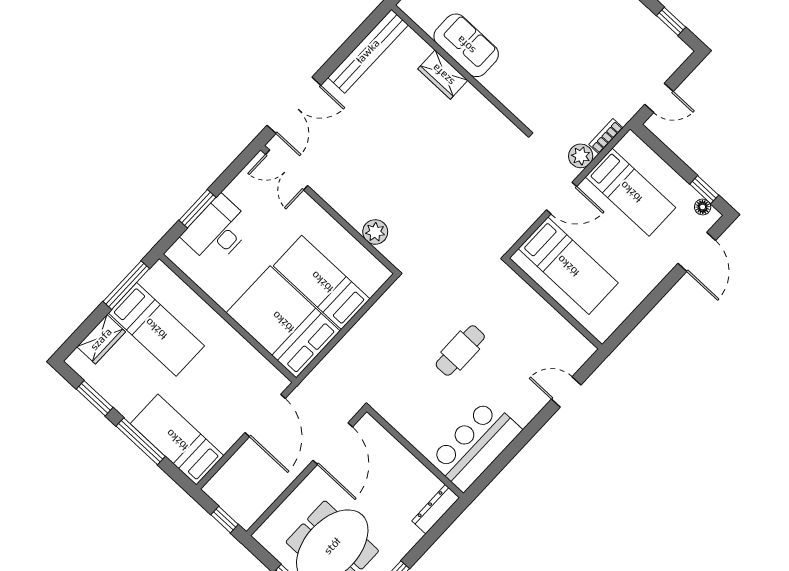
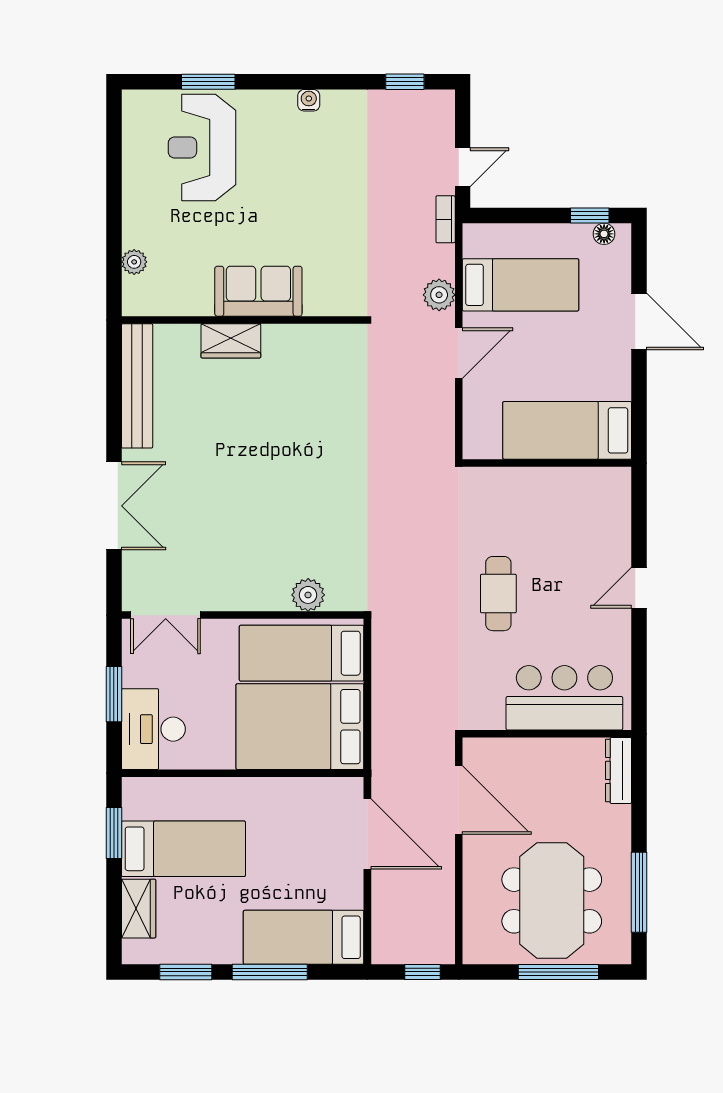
sofa: (466, 45) -> (258, 291), moved
bookcase: (606, 136) -> (446, 219), moved
double door: (287, 170) -> (166, 615), moved
wall: (329, 210) -> (243, 615), moved
desk: (217, 231) -> (153, 729), moved
plant: (375, 232) -> (308, 595), moved
door: (697, 252) -> (639, 322), moved
bed: (568, 266) -> (567, 430), moved, turned 180
window: (126, 285) -> (114, 833), width x0.69
door: (566, 392) -> (639, 588), moved
bar counter: (475, 445) -> (564, 698), moved, turned 90

